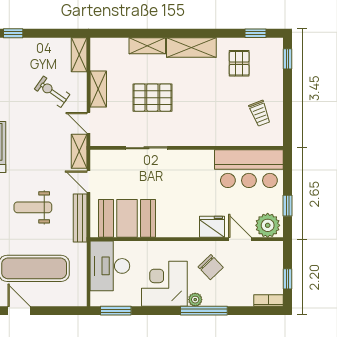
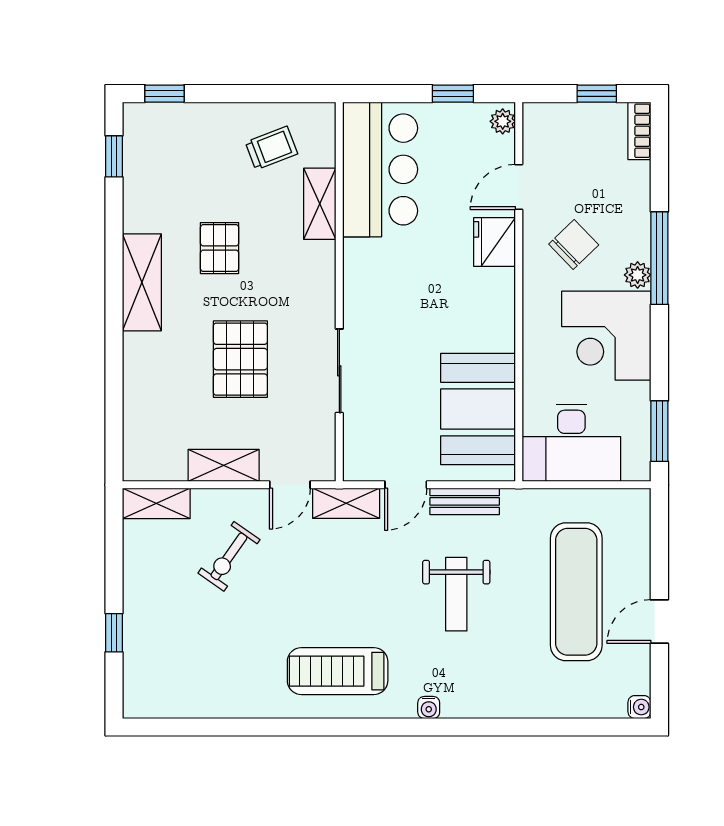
shelving: (147, 46) -> (320, 204), moved
pallet: (239, 63) -> (220, 248), moved, turned 90
bench: (80, 218) -> (465, 501), width x0.73
plant: (268, 225) -> (503, 121), width x0.53, depth x0.53

